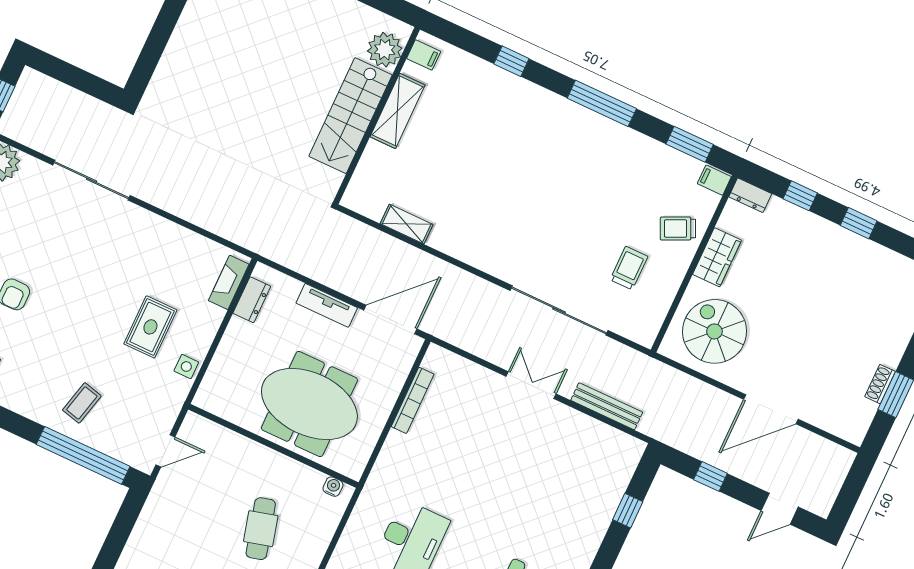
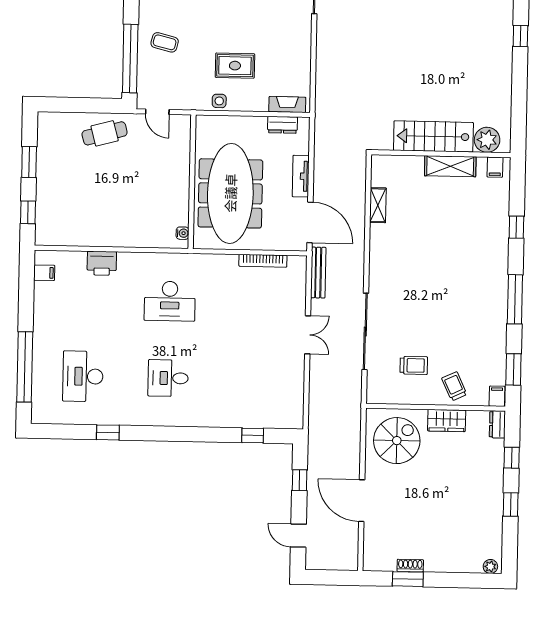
meeting table: (309, 404) -> (230, 193), width x1.36
bench: (607, 406) -> (318, 273), moved
cafe table: (261, 529) -> (105, 133), moved

